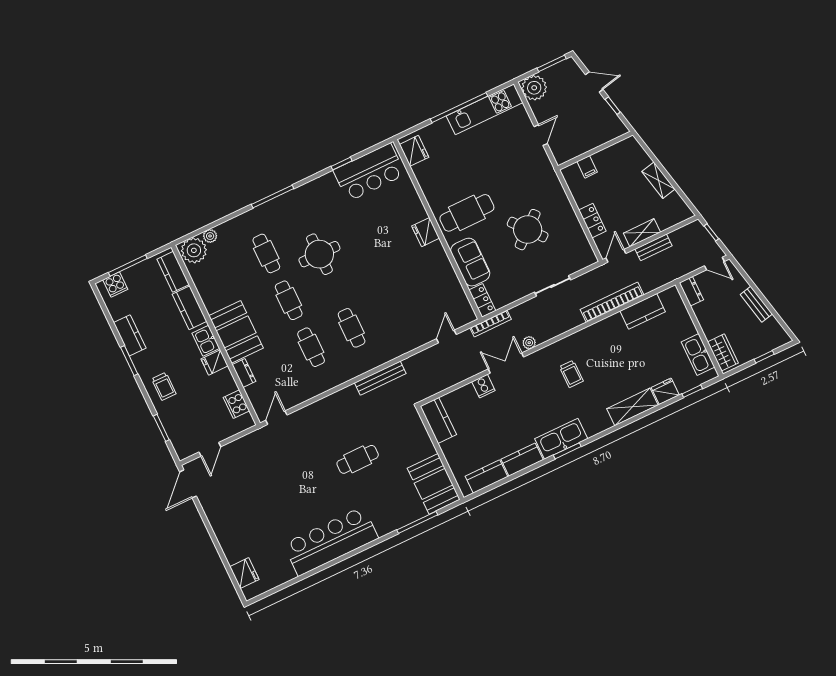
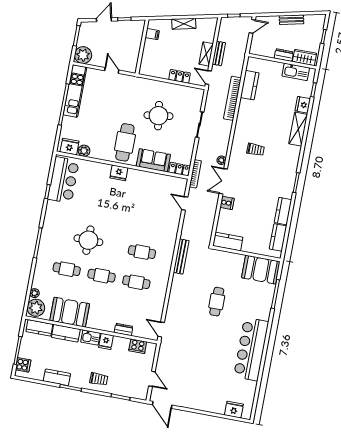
filing cabinet: (587, 167) -> (152, 34), moved
plant: (422, 172) -> (84, 151), added
round table: (528, 230) -> (158, 116), turned 32
dresser: (691, 291) -> (284, 55), moved
booth: (236, 332) -> (70, 312), moved
kitchen sink: (561, 439) -> (287, 181), removed

